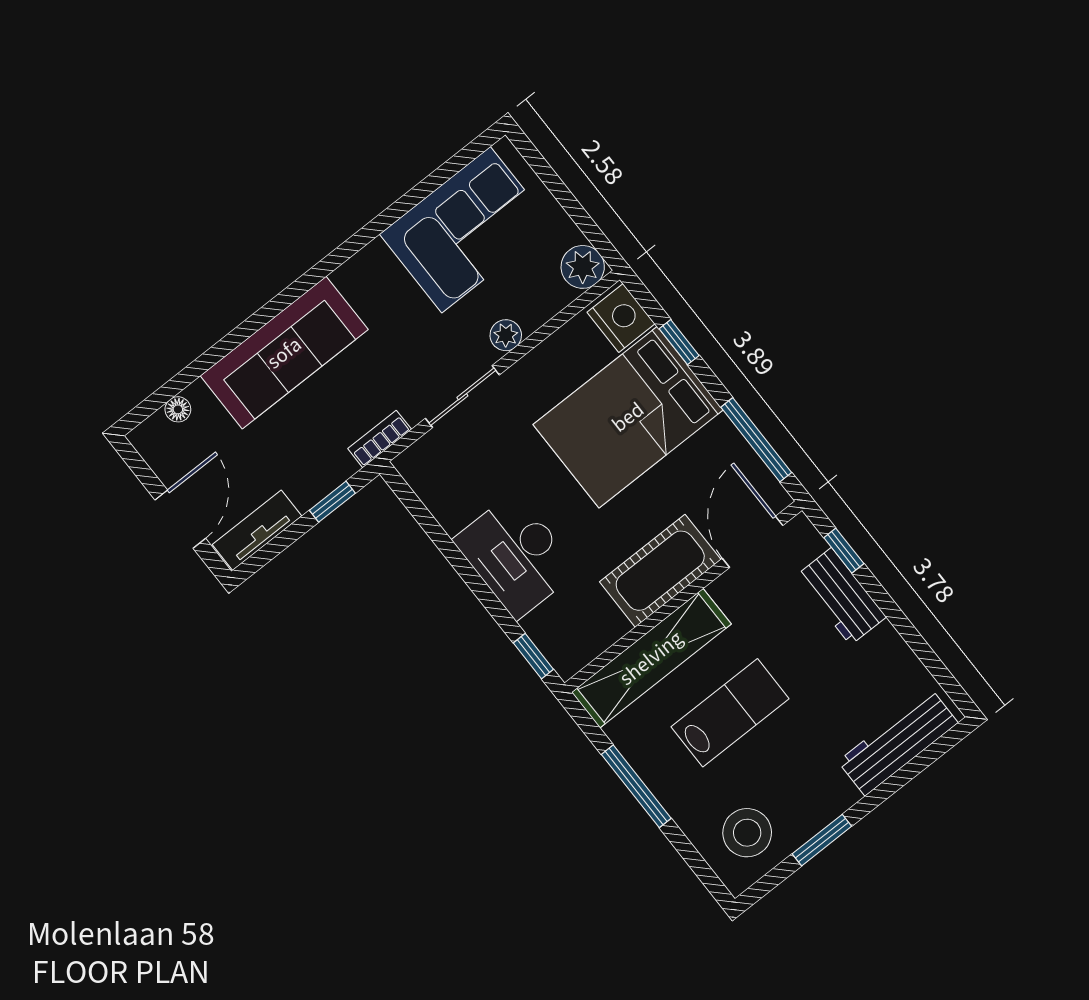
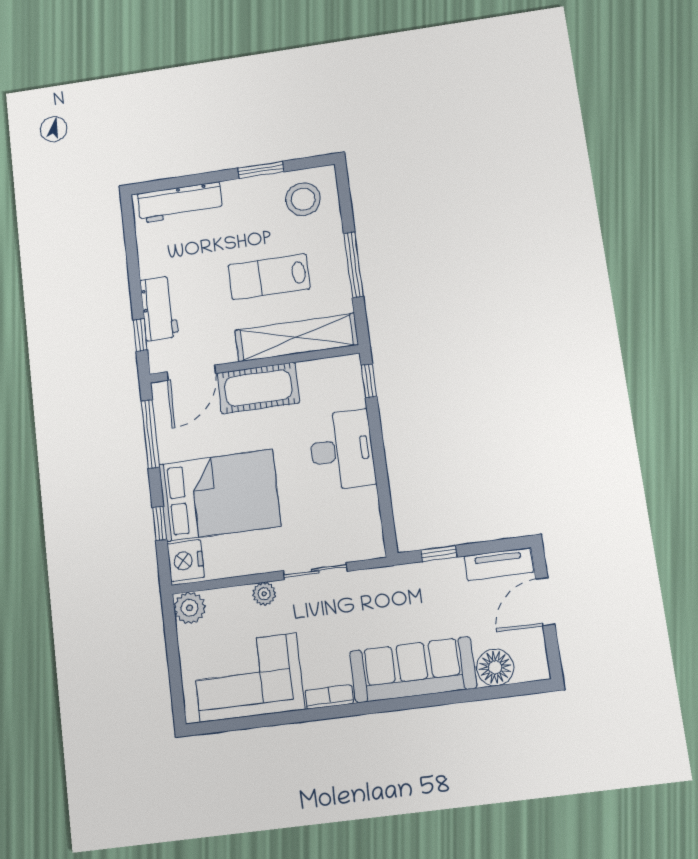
floor lamp: (178, 409) -> (495, 667), width x1.89, depth x1.89
bookcase: (380, 439) -> (329, 697), moved, turned 180

